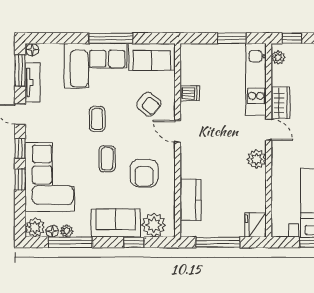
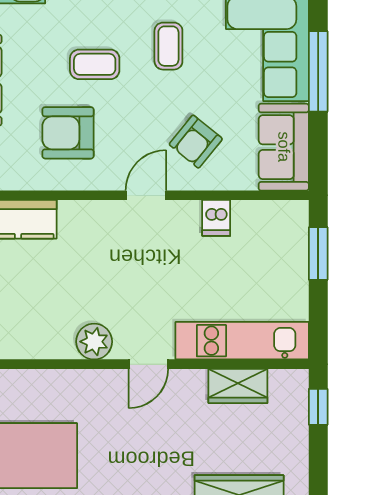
window: (232, 38) -> (318, 254), moved
plant: (278, 57) -> (283, 382), removed
wardrobe: (280, 103) -> (238, 386), moved
coffee table: (97, 119) -> (168, 46), turned 90

